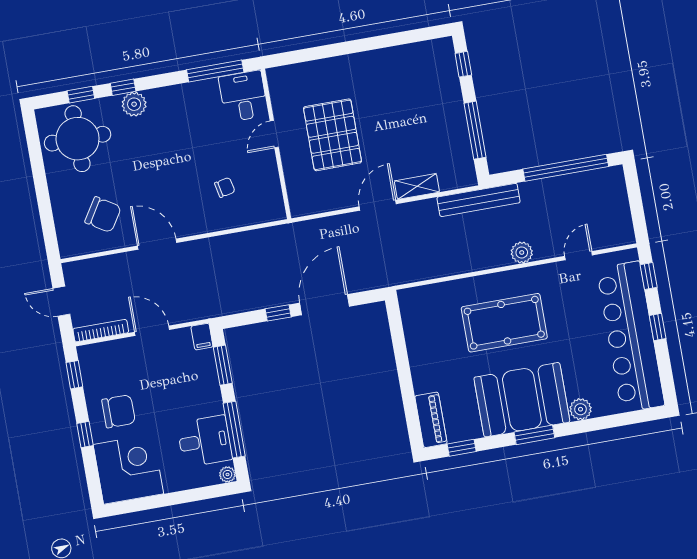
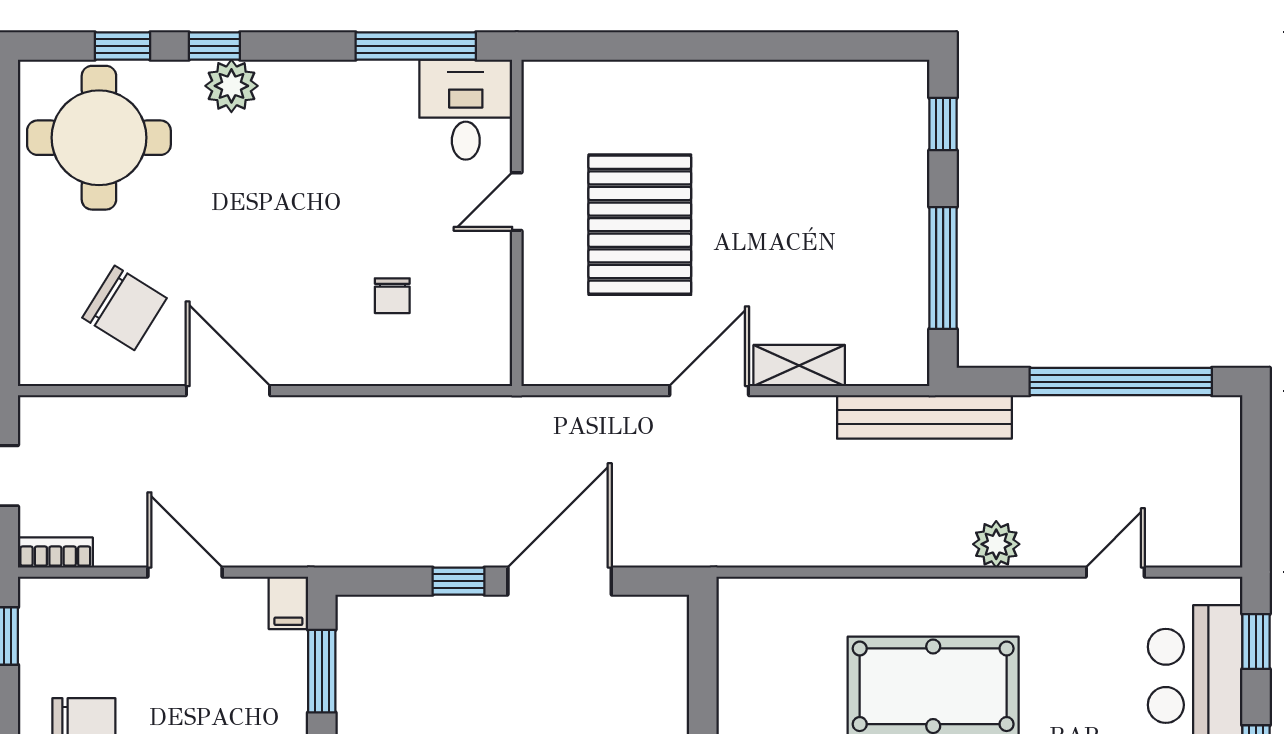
chair: (225, 187) -> (392, 296), turned 102
bookcase: (101, 331) -> (55, 552), width x0.64

